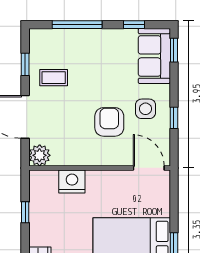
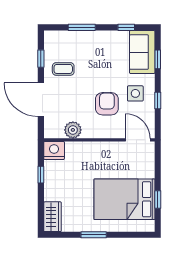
window: (77, 25) -> (82, 27), width x0.69
window: (174, 50) -> (158, 59), moved
plant: (40, 155) -> (73, 130), moved
nightstand: (72, 181) -> (54, 150), moved

